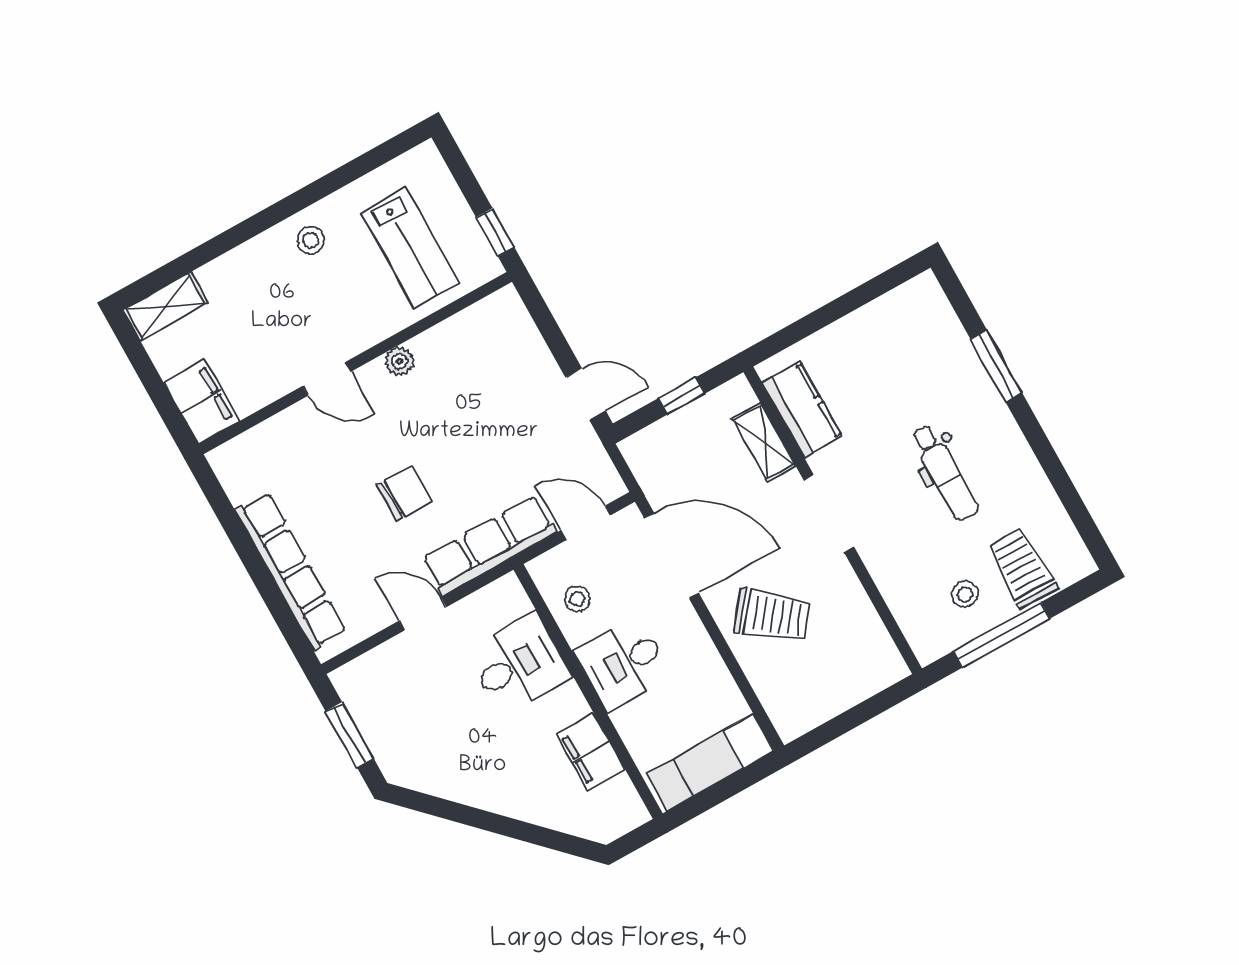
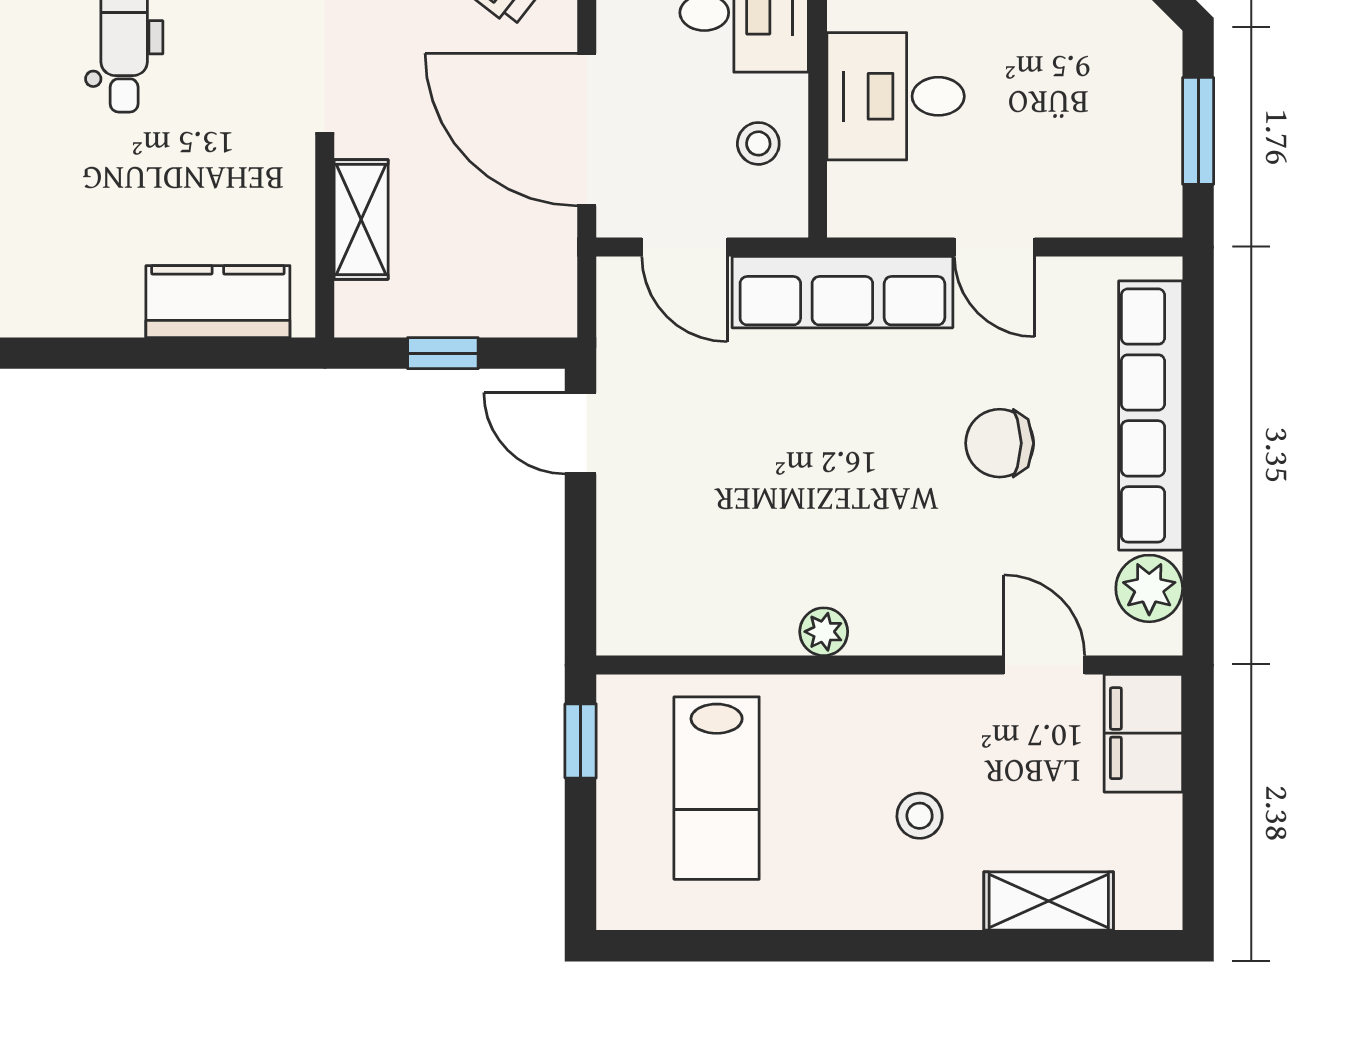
stool: (311, 240) -> (920, 816), moved
lab bench: (410, 248) -> (717, 788), turned 180
shelving: (165, 306) -> (1049, 901), moved
door: (327, 379) -> (1044, 665), moved
kitchen counter: (802, 409) -> (218, 302), moved, turned 90
plant: (241, 480) -> (1149, 588), added
chair: (404, 493) -> (1000, 443), moved

